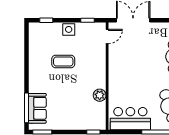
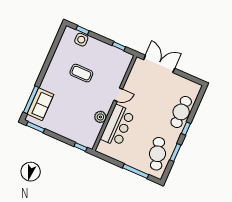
side table: (69, 29) -> (81, 40), moved
door: (107, 36) -> (118, 95), moved
bar counter: (130, 119) -> (118, 126), moved, turned 90

